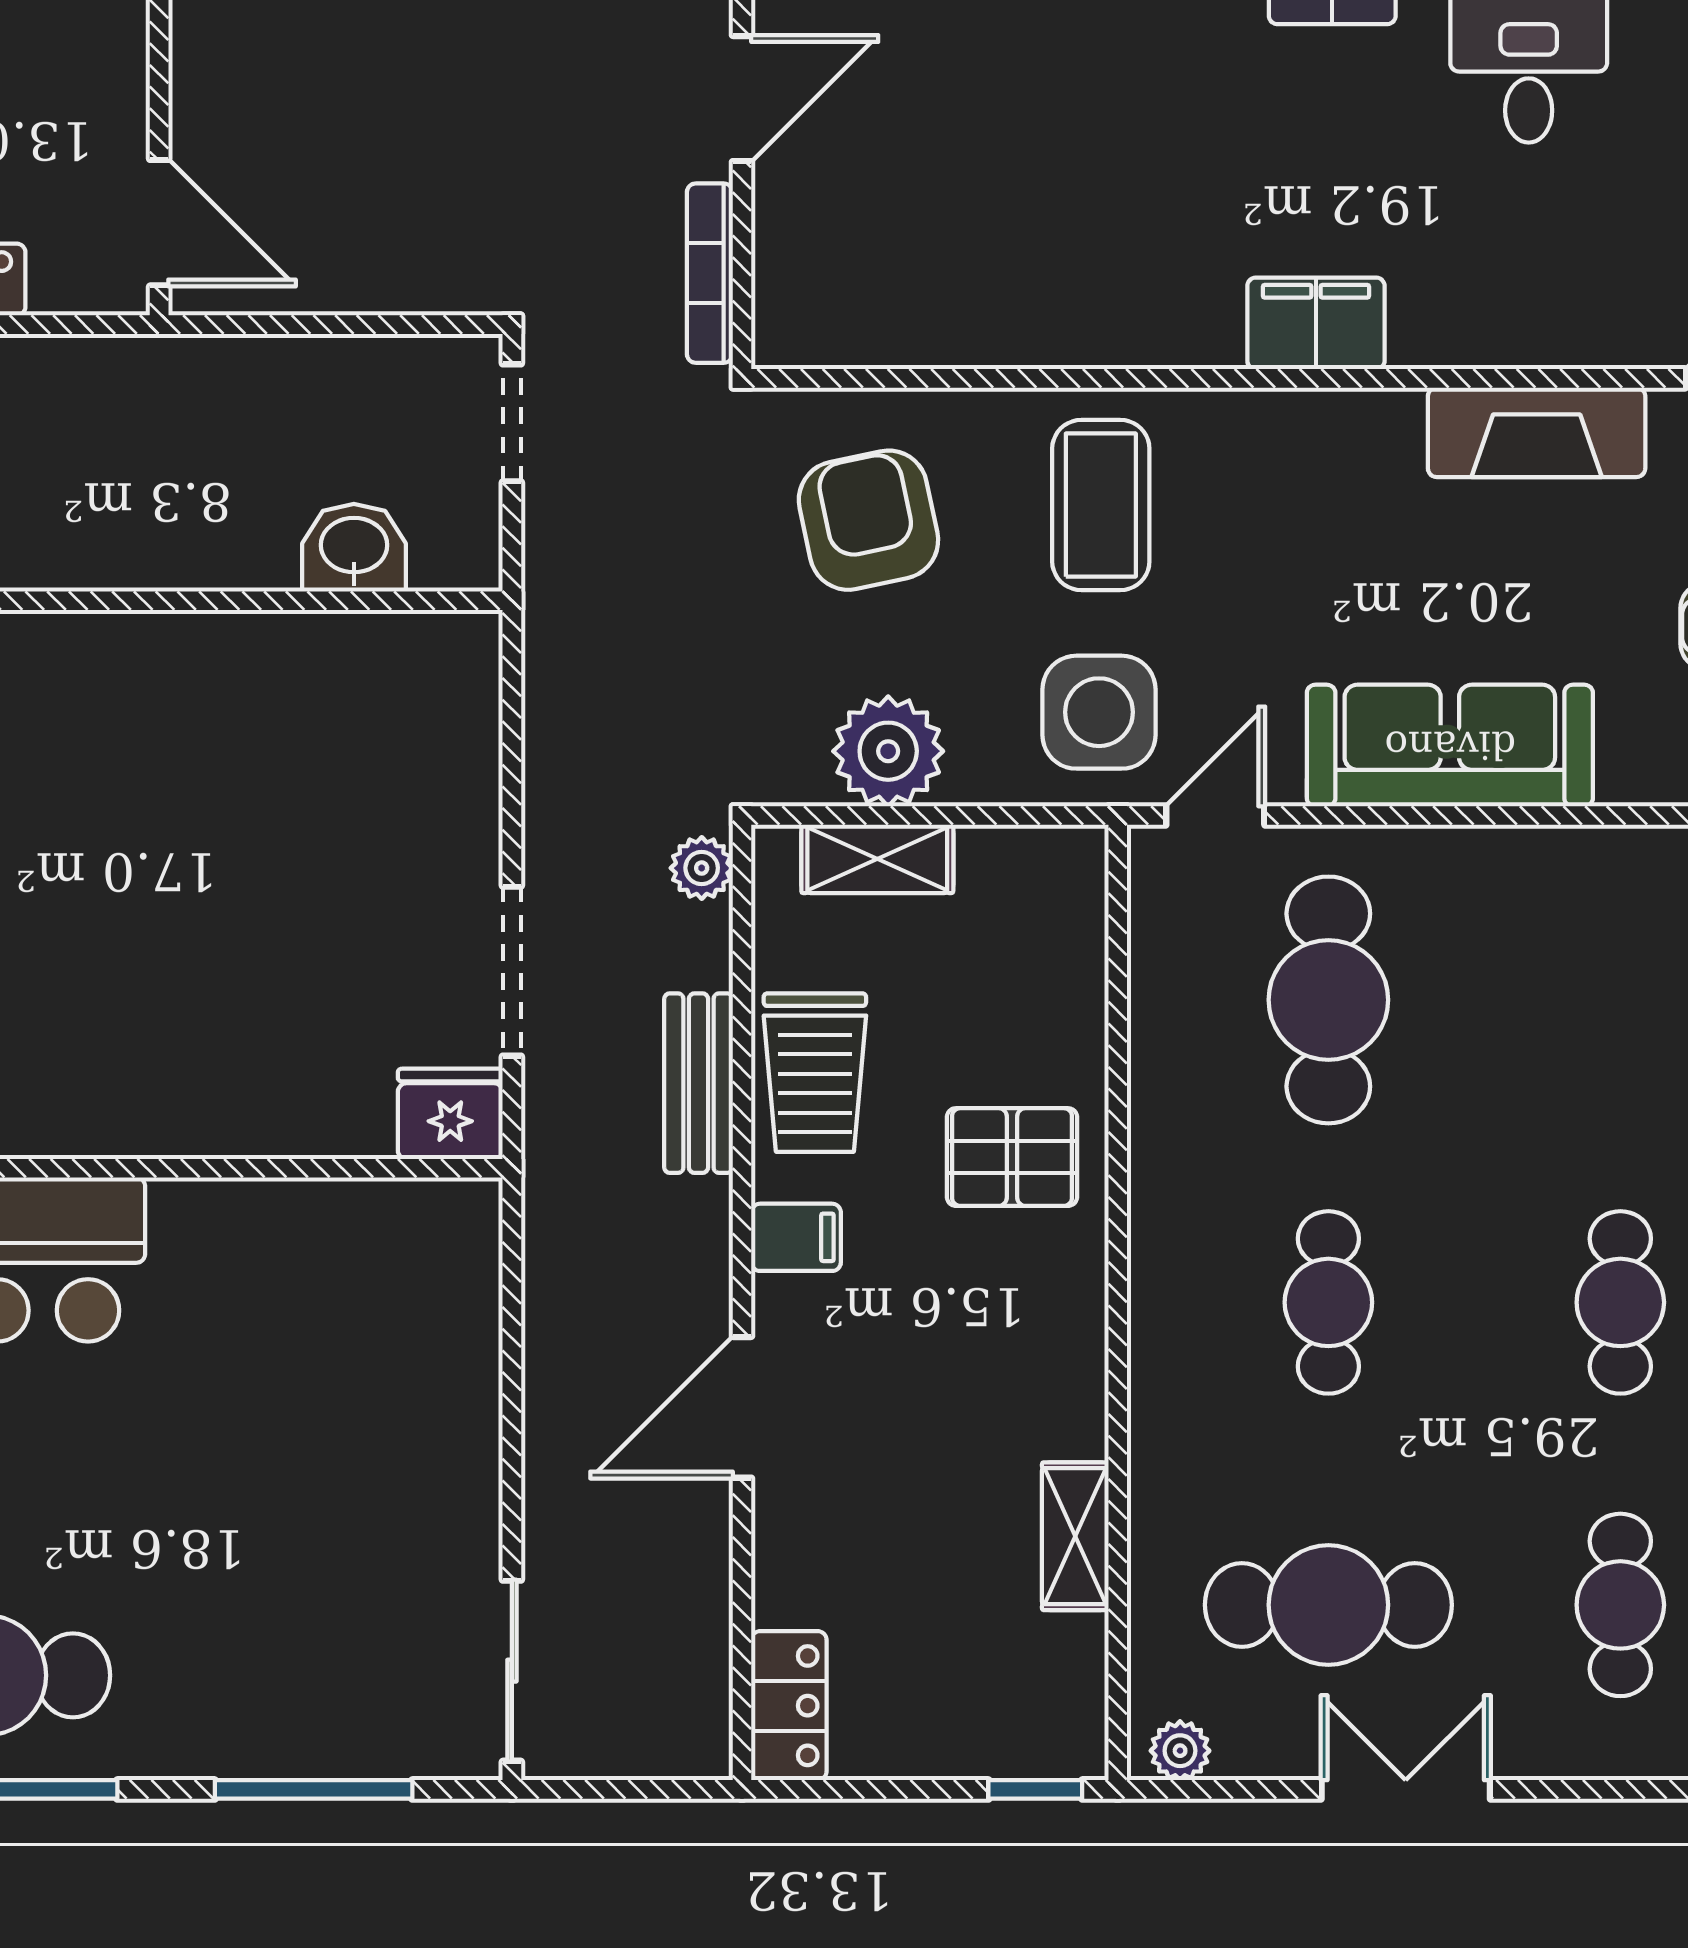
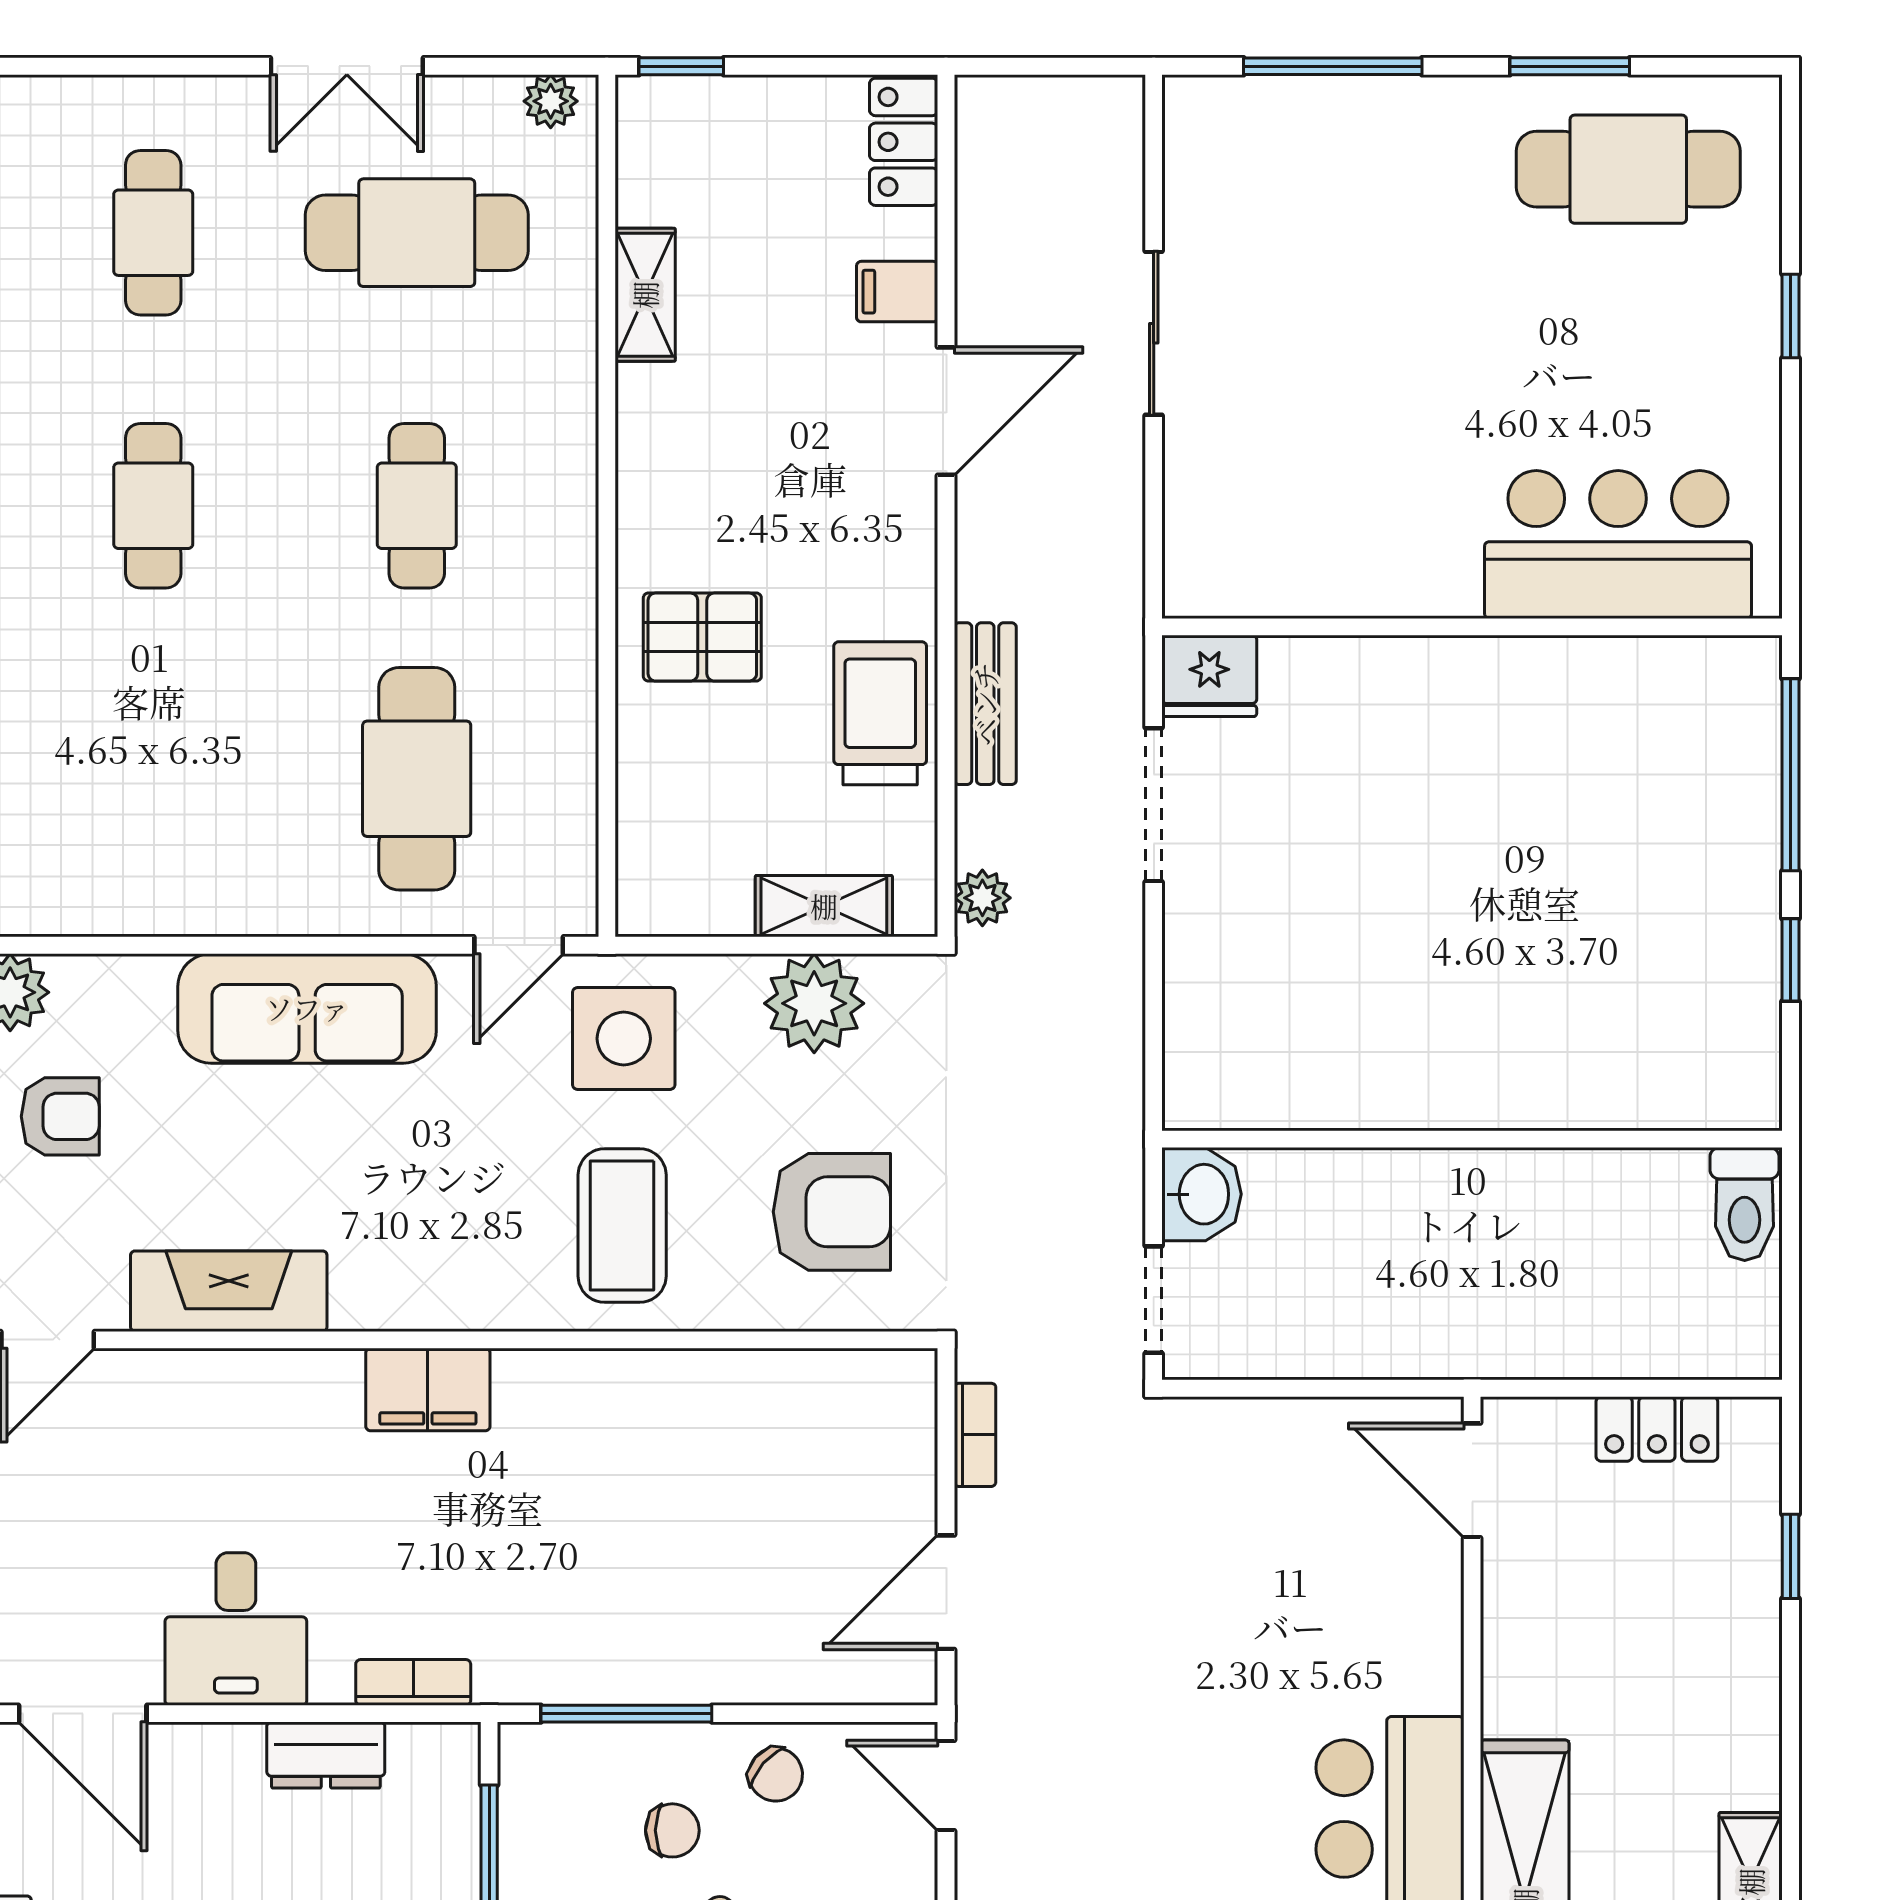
bookcase: (710, 273) -> (975, 1435), width x0.64
armchair: (868, 520) -> (832, 1212), turned -78
washbasin: (354, 548) -> (1202, 1194), moved, turned -90
filing cabinet: (796, 1237) -> (897, 292), moved
sliding door: (512, 1671) -> (1154, 333), moved

